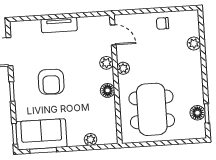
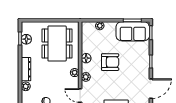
dresser: (195, 69) -> (26, 69), added
armchair: (51, 82) -> (110, 62), moved, turned 89

